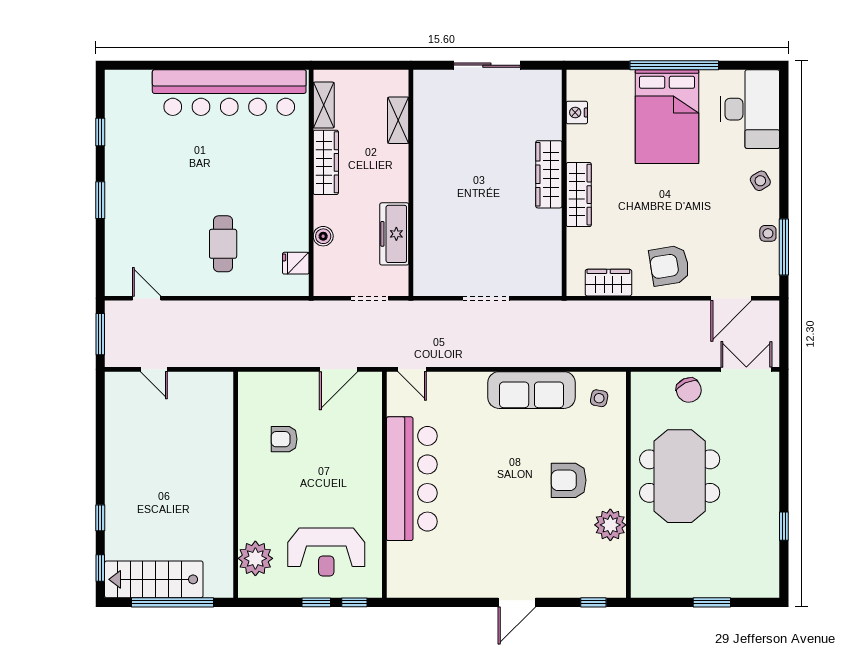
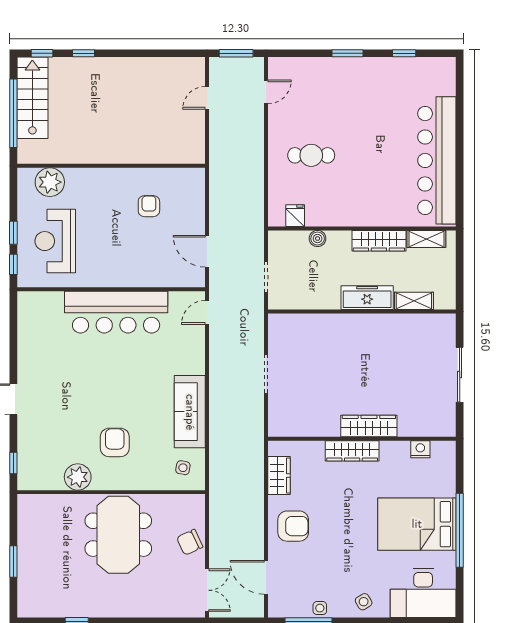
freezer: (394, 234) -> (367, 298), moved
armchair: (669, 266) -> (293, 526), turned 99
meeting table: (680, 476) -> (118, 535), turned 90

